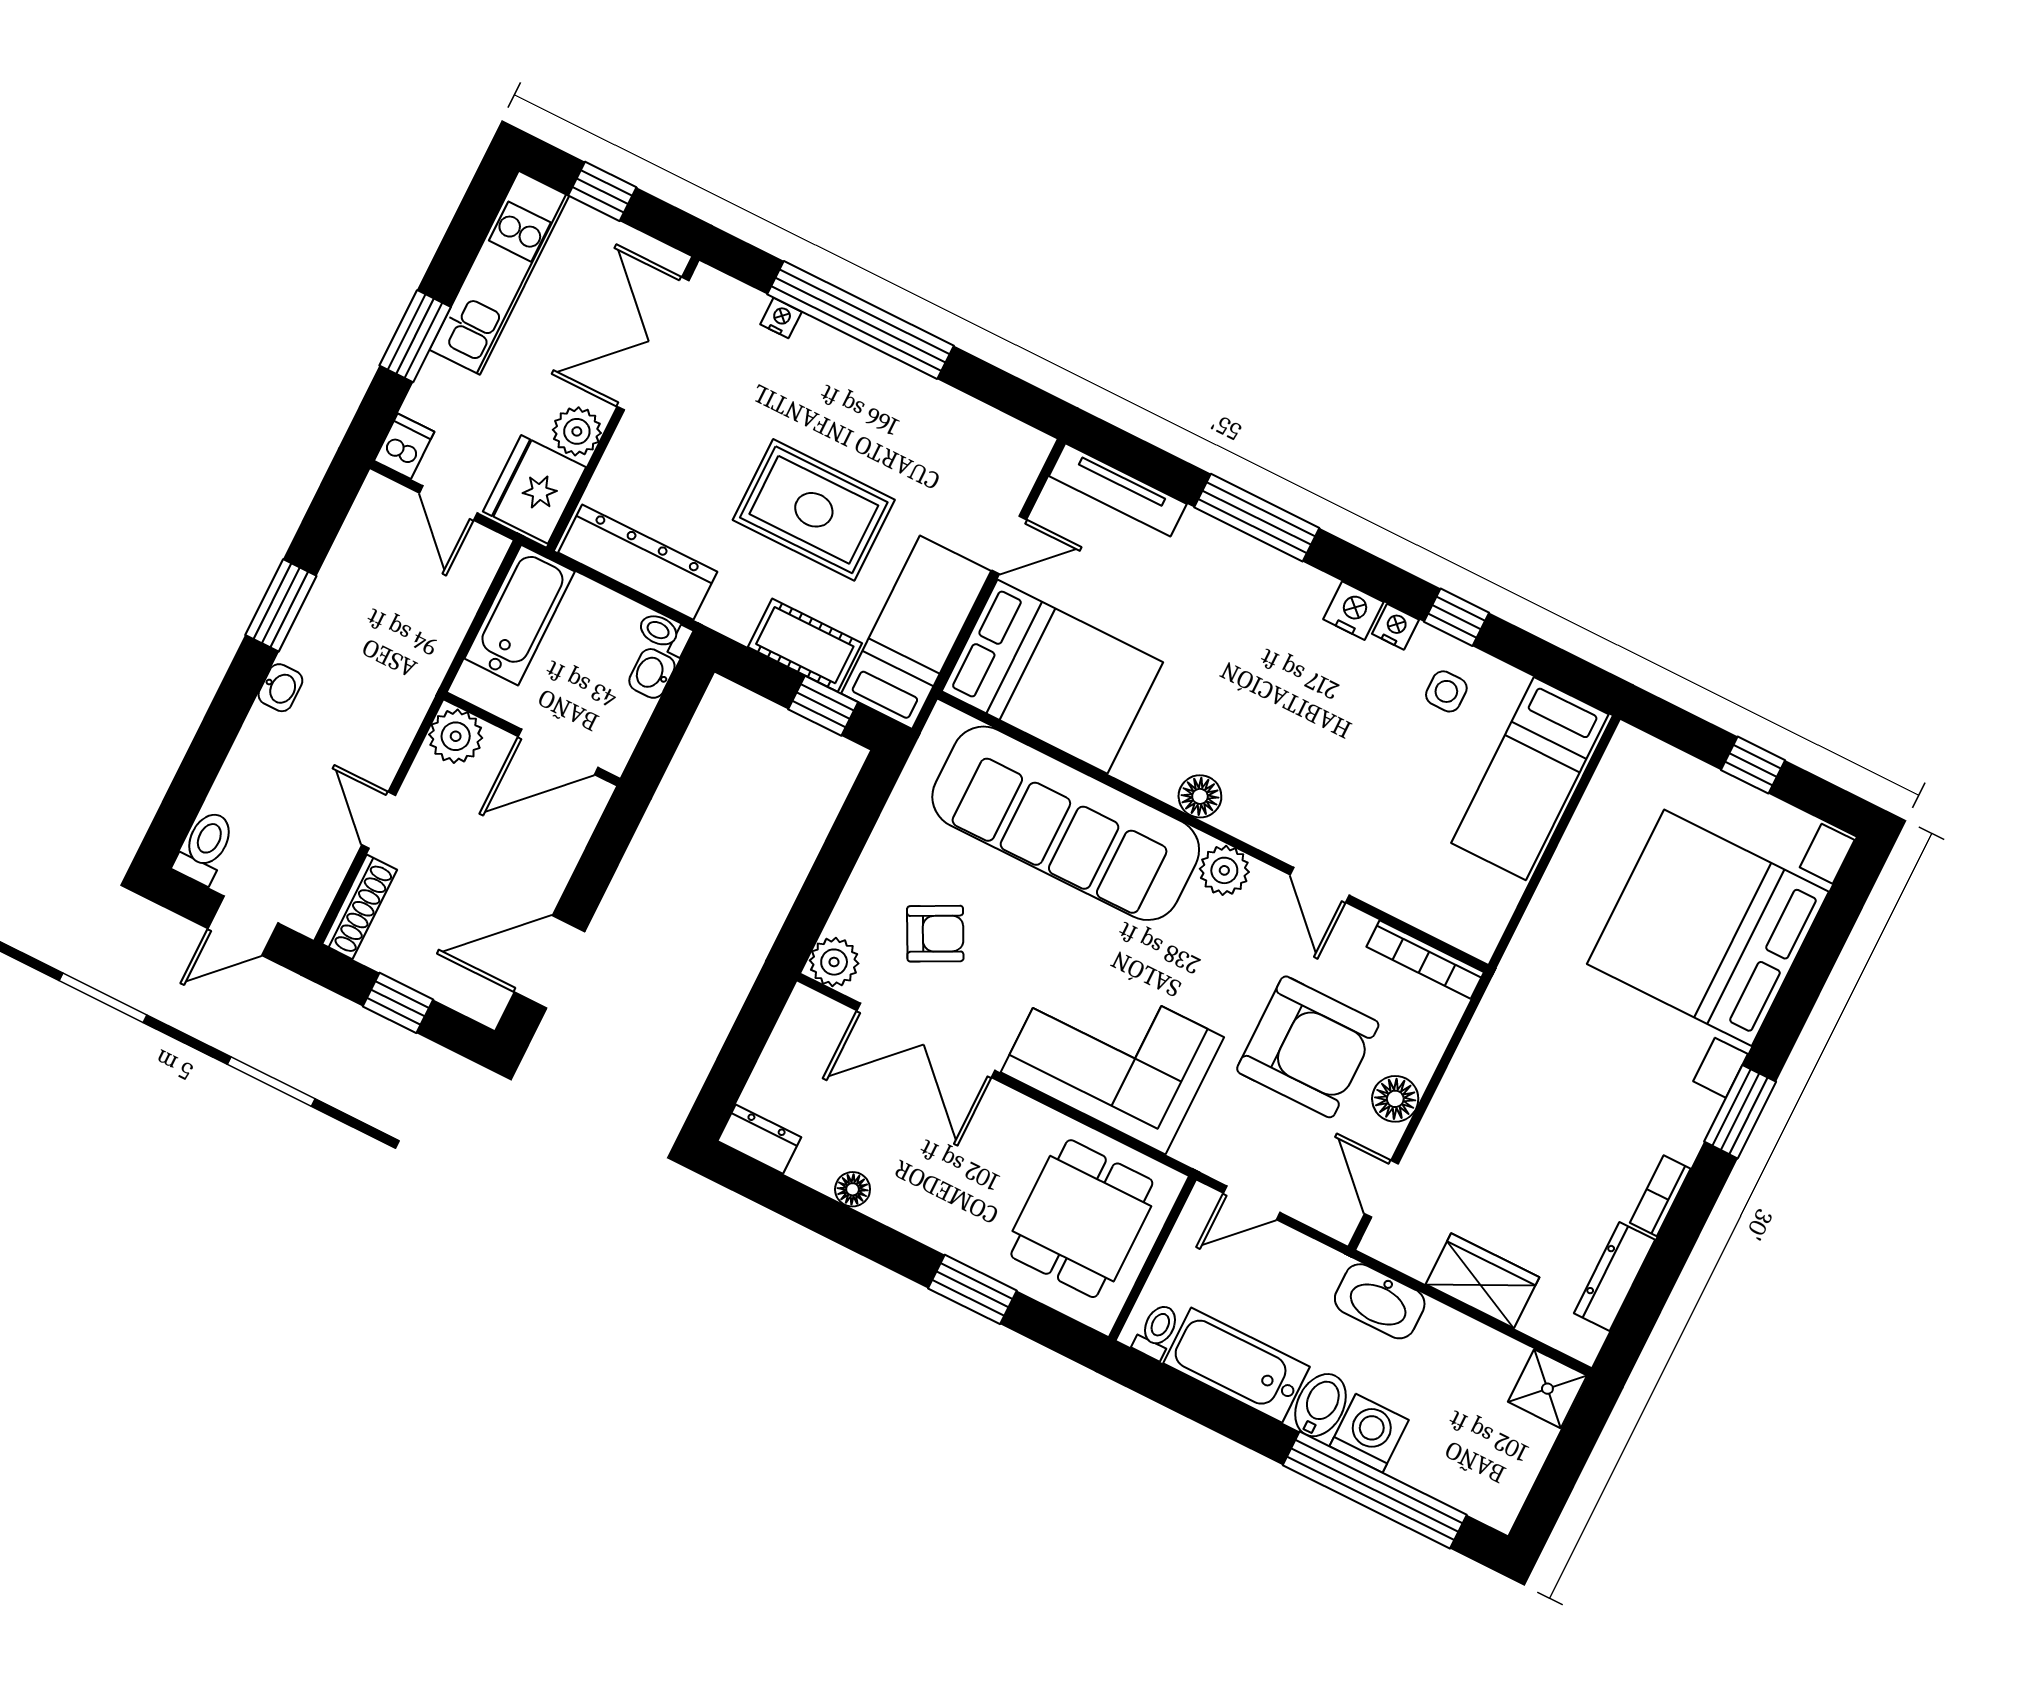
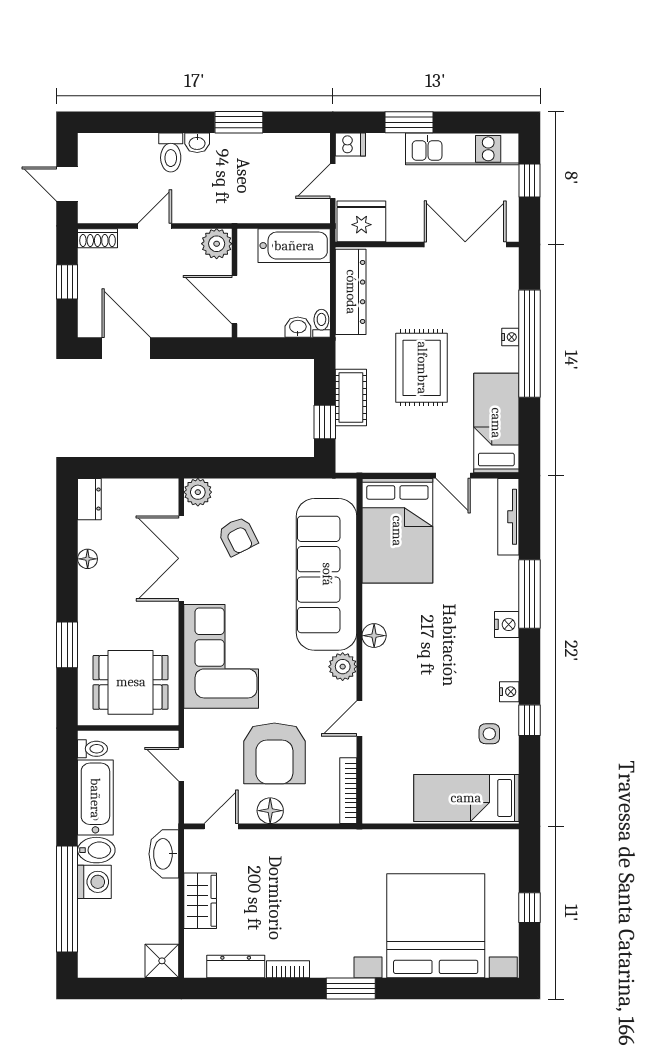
nightstand: (781, 318) -> (510, 337), moved
plant: (577, 431) -> (401, 228), removed
nightstand: (1353, 611) -> (507, 624), moved
bed: (916, 632) -> (496, 423), moved, turned -90
toilet: (205, 847) -> (171, 153), moved, turned 90
shoe rack: (360, 907) -> (98, 238), width x0.70

